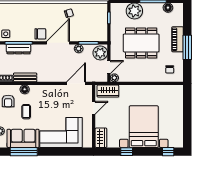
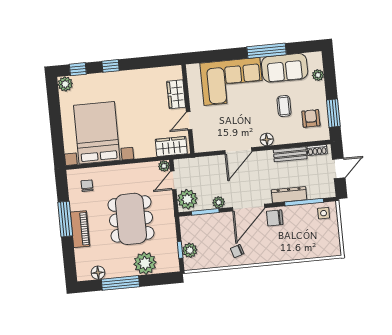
plant: (102, 17) -> (190, 250), added
dining table: (141, 43) -> (131, 219), turned 90
dresser: (18, 49) -> (289, 195), moved
door: (76, 83) -> (238, 151), moved
floor lamp: (25, 89) -> (267, 139), moved
bed with nightstands: (144, 127) -> (97, 133), moved, turned 180
wardrobe: (101, 138) -> (176, 94), moved
plant: (178, 142) -> (65, 84), added
window: (24, 152) -> (267, 51), moved
window: (127, 152) -> (111, 66), moved

